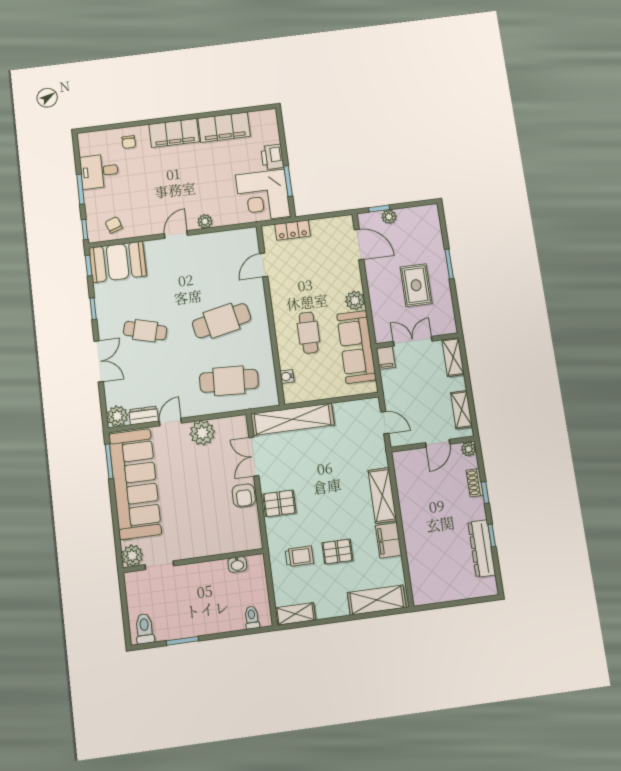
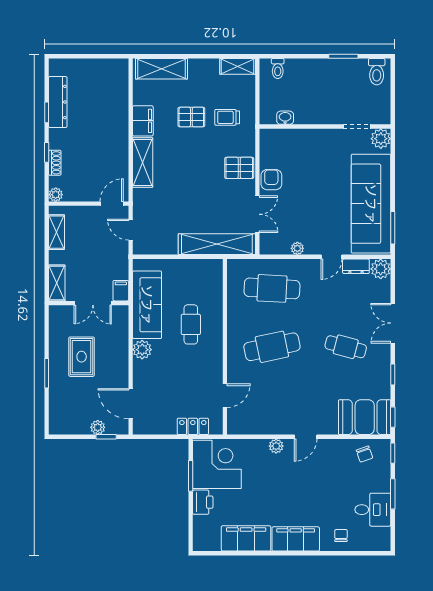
water cooler: (287, 376) -> (217, 285), removed
plant: (202, 433) -> (297, 248), width x0.53, depth x0.53
door: (438, 443) -> (112, 204), moved

